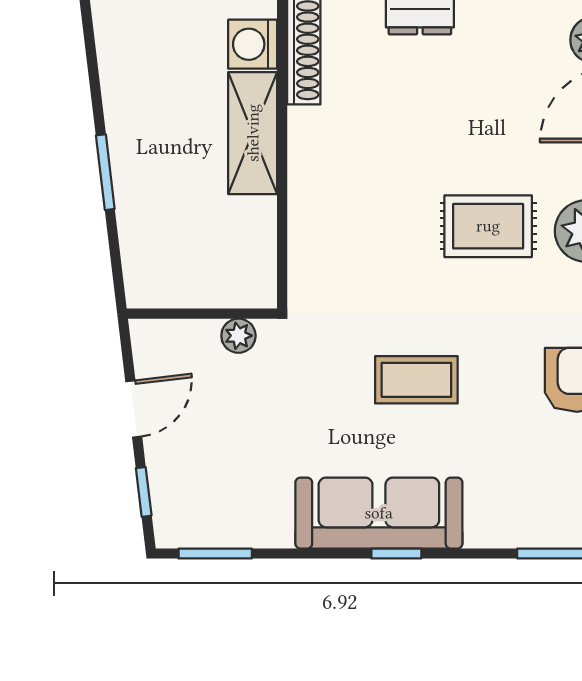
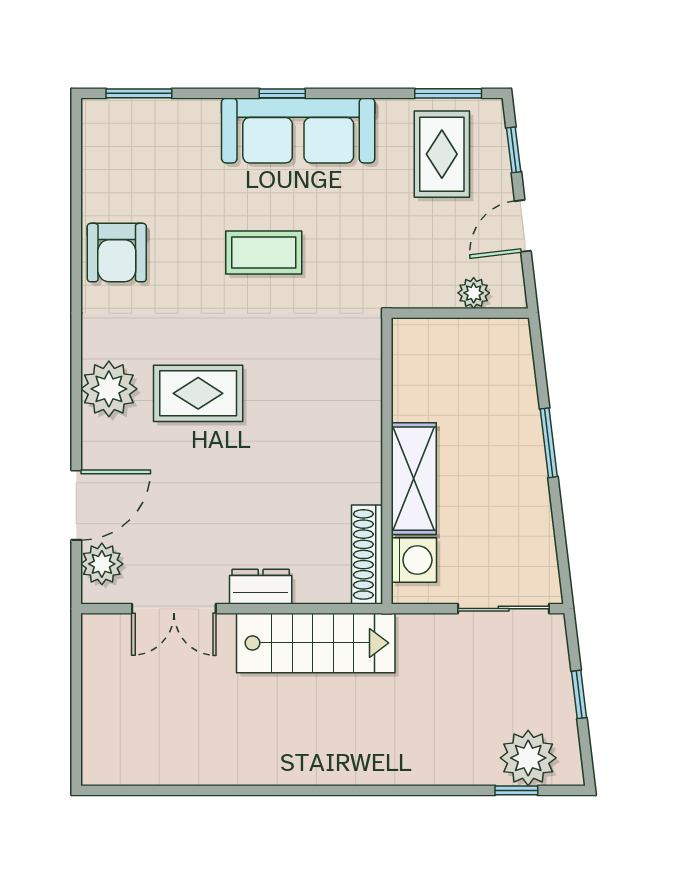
plant: (238, 336) -> (474, 293), moved
rug: (222, 487) -> (442, 154), added

